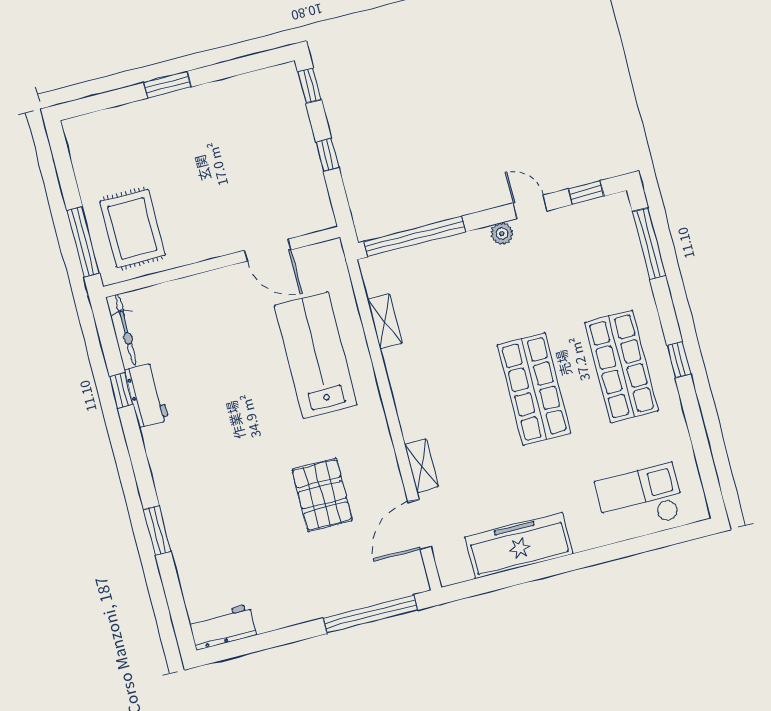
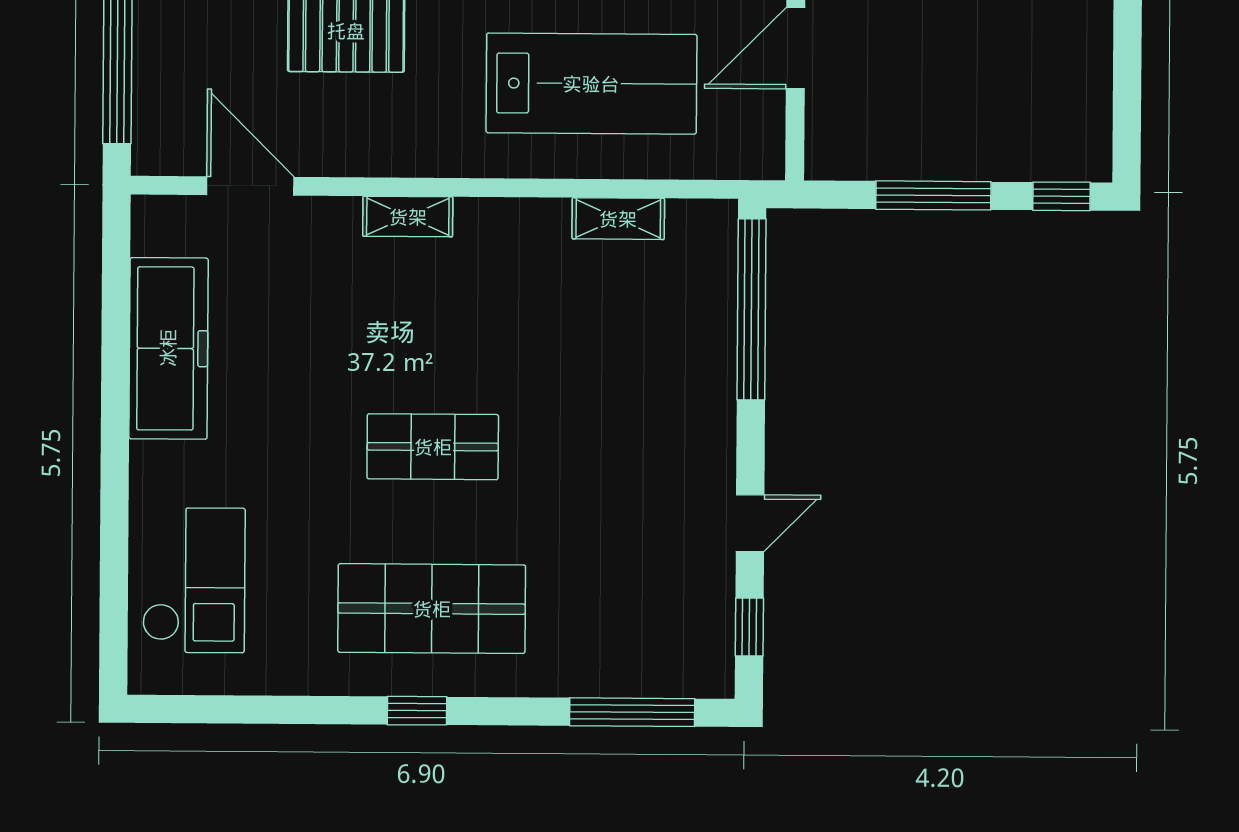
window: (327, 155) -> (933, 195), width x2.17
plant: (502, 234) -> (717, 462), removed
shop shelf: (534, 389) -> (433, 447), width x0.70, depth x0.74
shelving: (421, 466) -> (408, 217), moved

